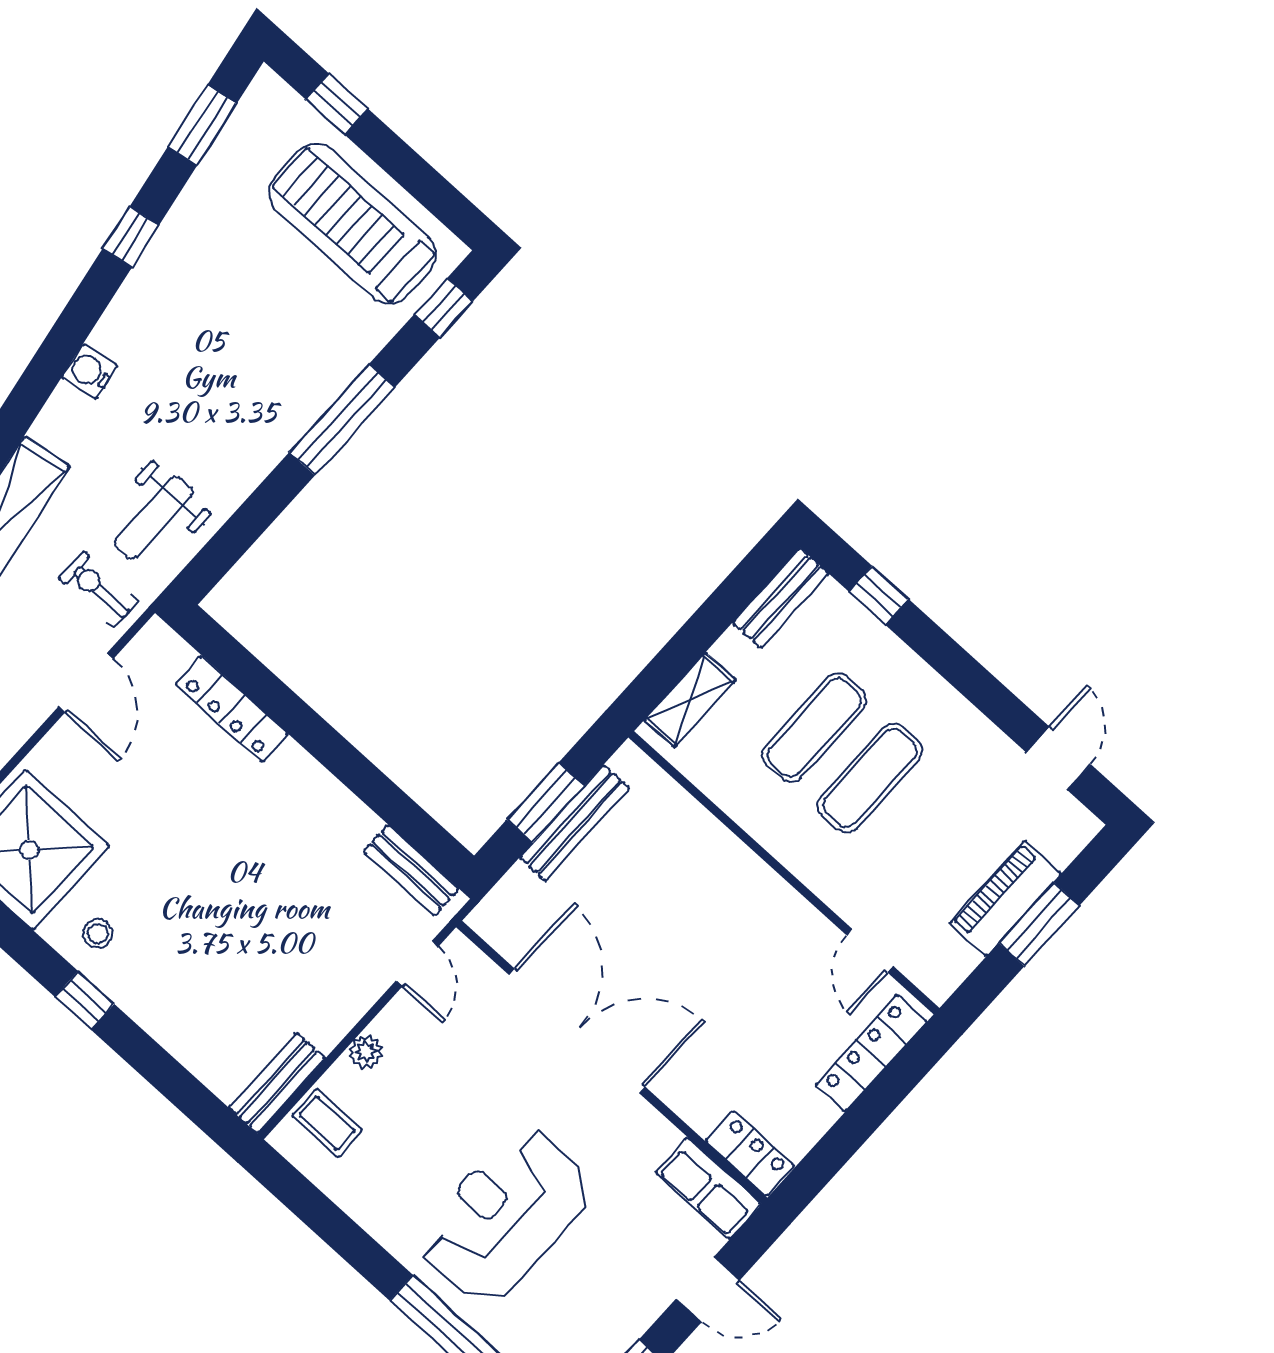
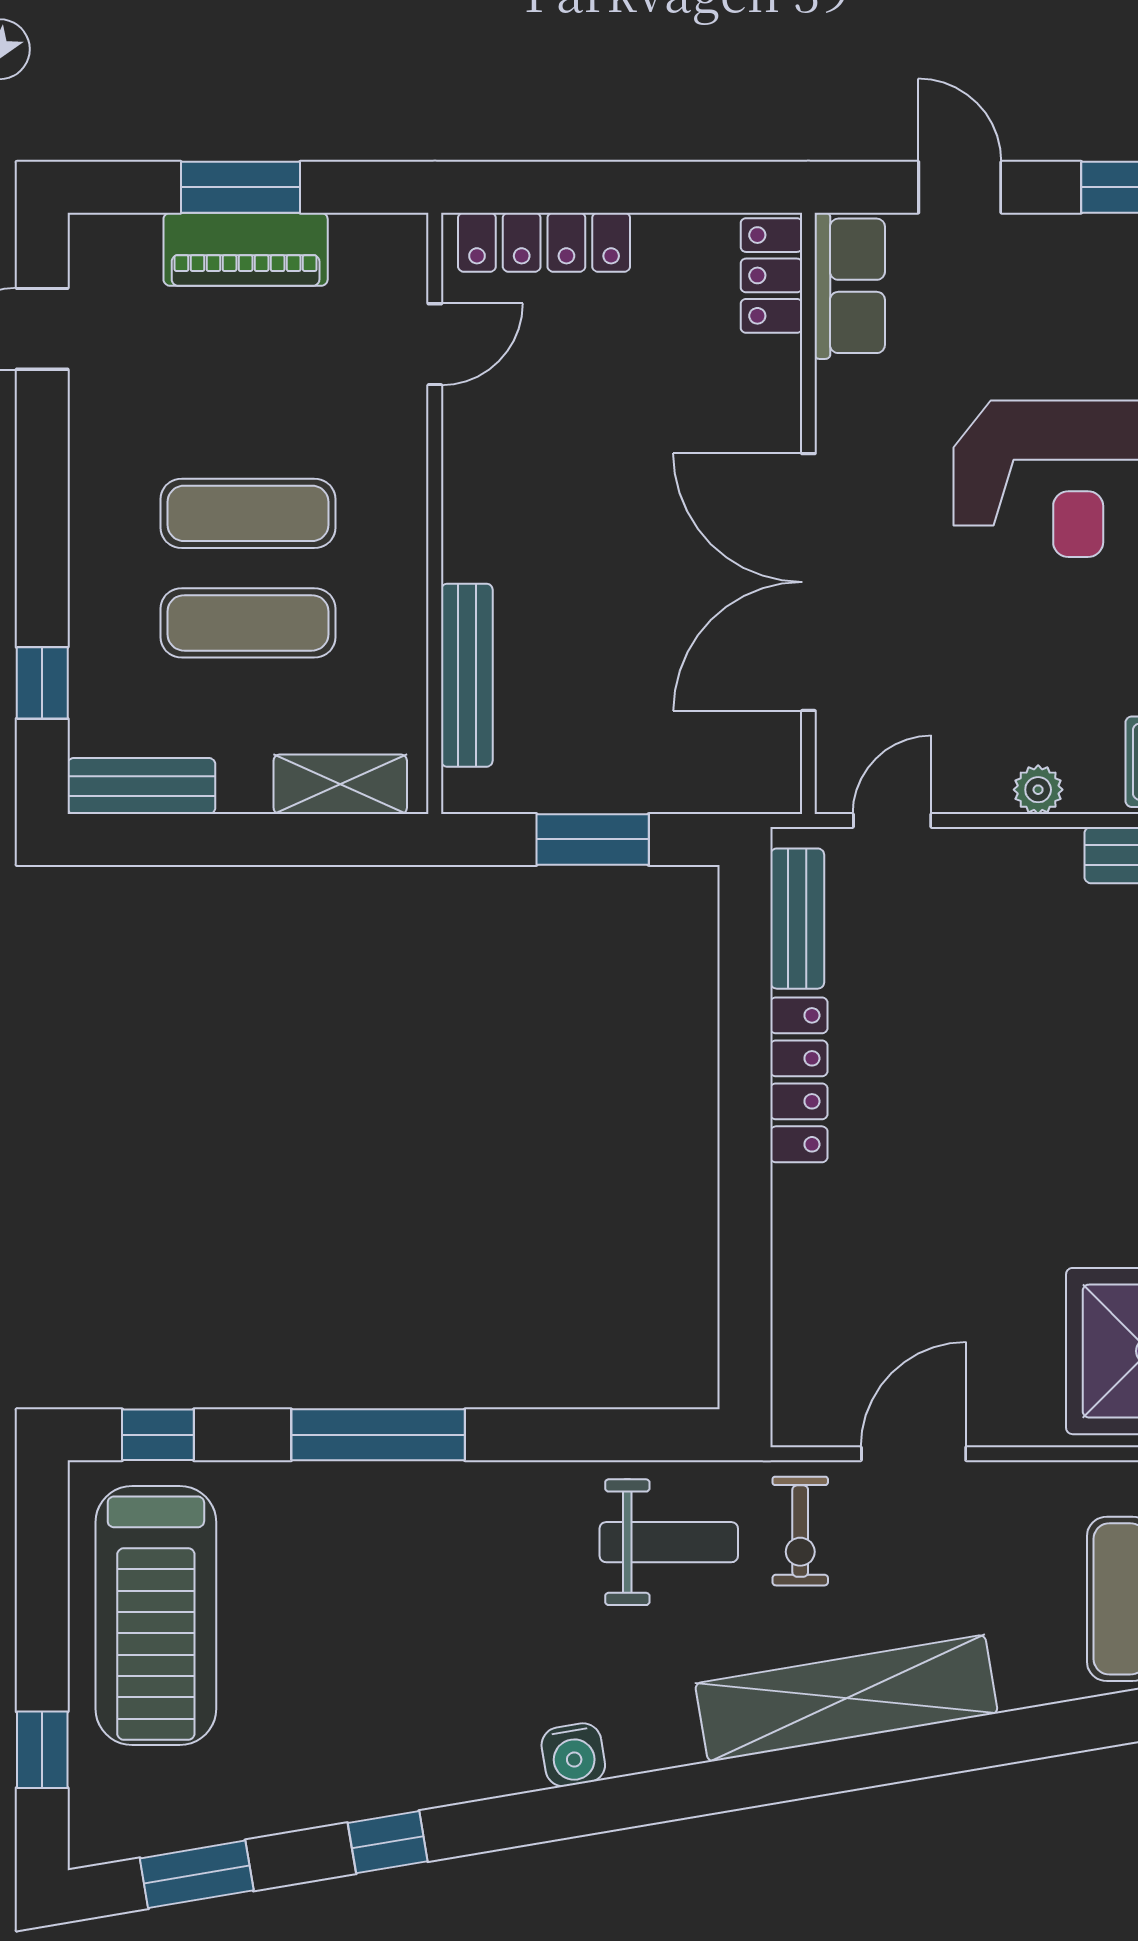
locker: (232, 709) -> (799, 1080), moved
bench: (575, 823) -> (467, 675), moved, turned 90

